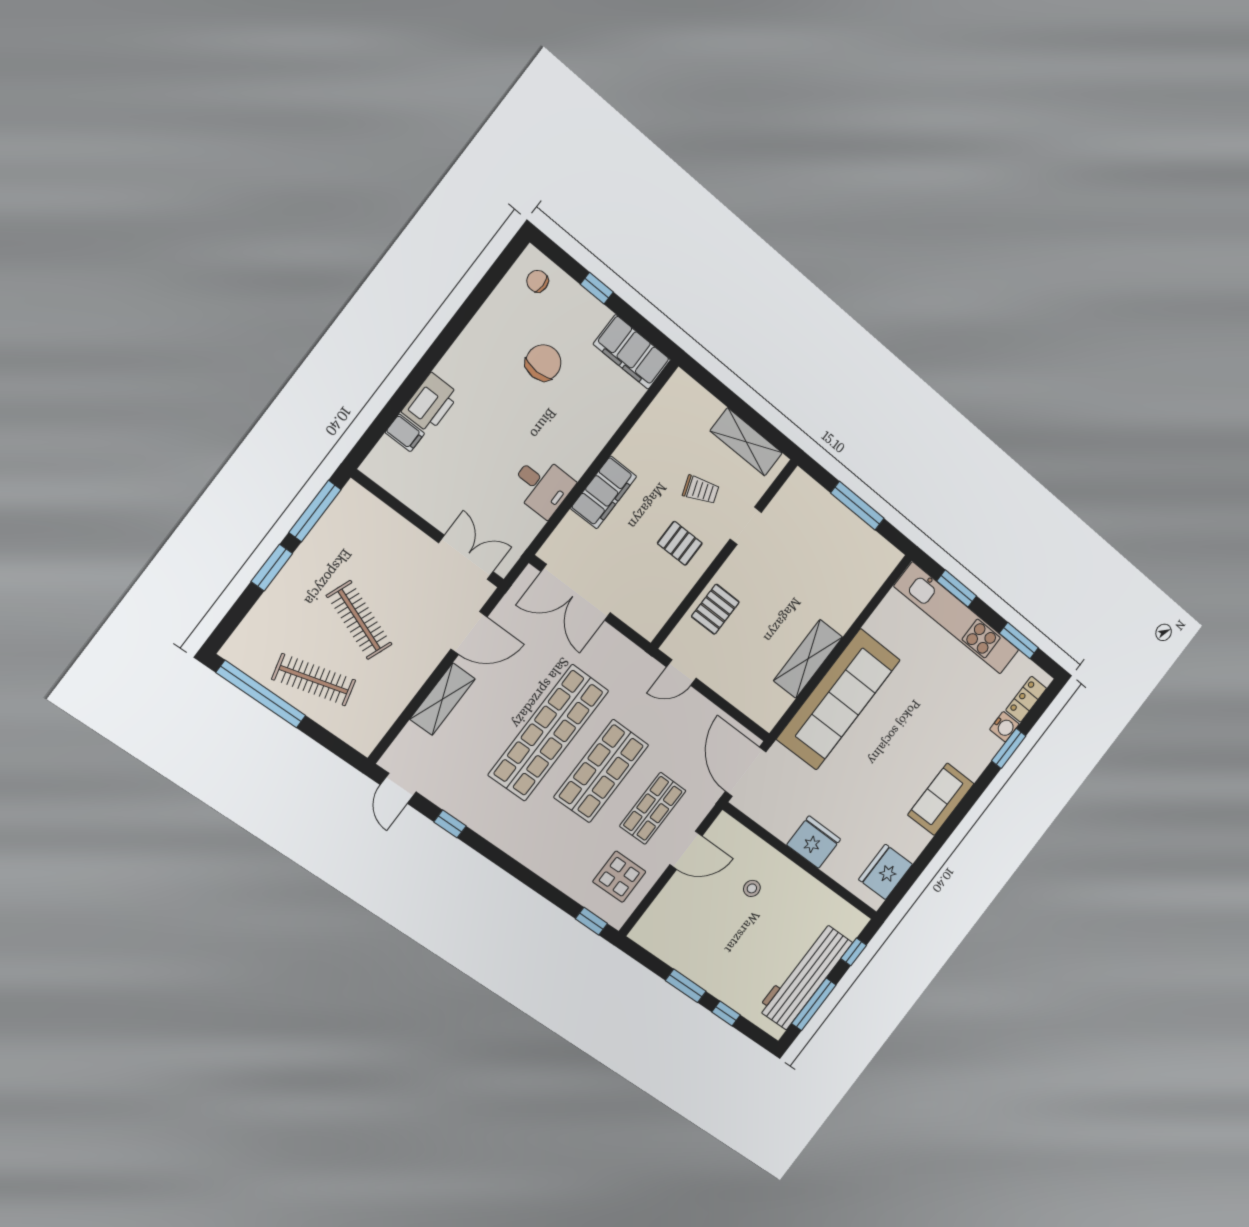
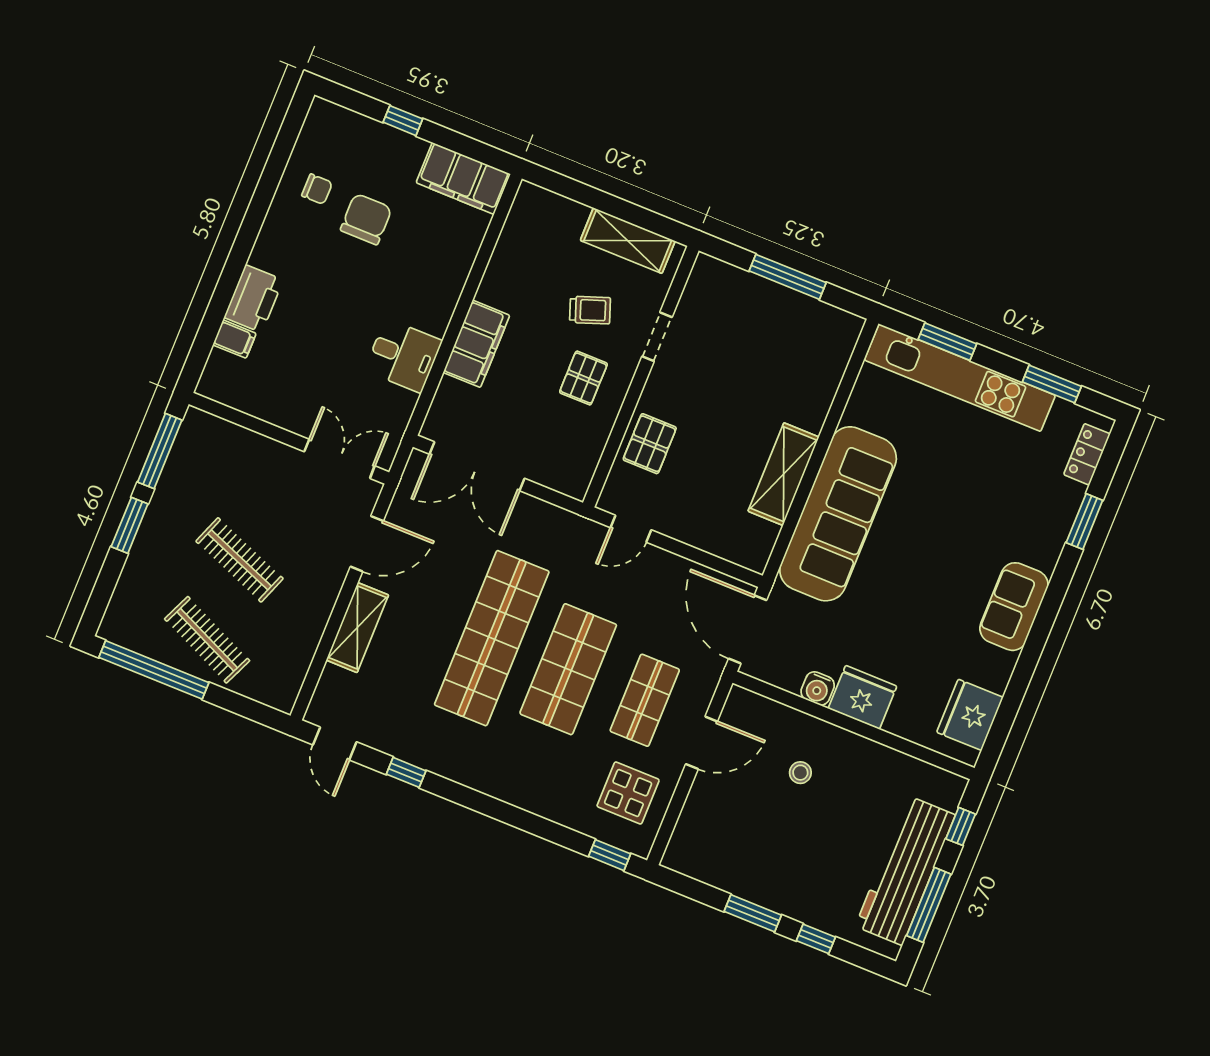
chair: (537, 281) -> (317, 189), moved, turned 180
pallet: (680, 543) -> (583, 378), turned 90
clothes rail: (314, 680) -> (207, 640), turned 39
water cooler: (1004, 727) -> (818, 688), moved, turned 90

